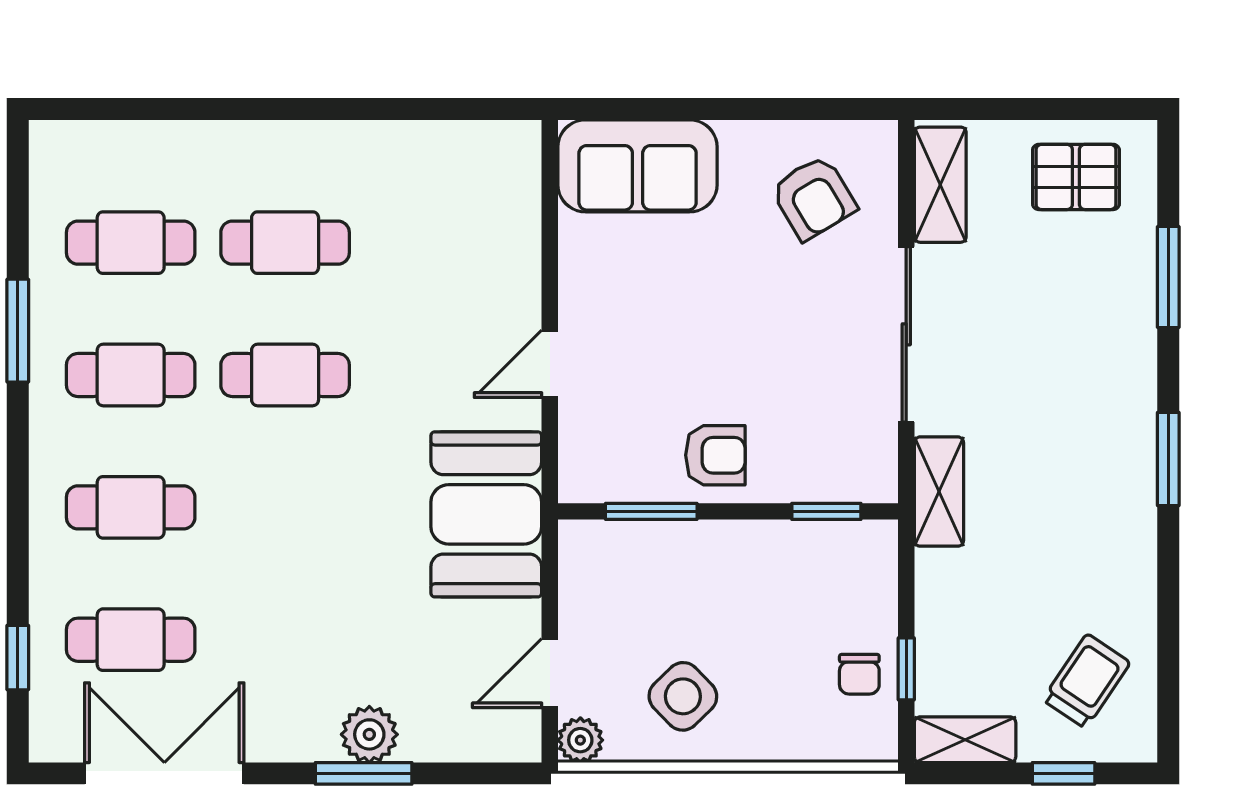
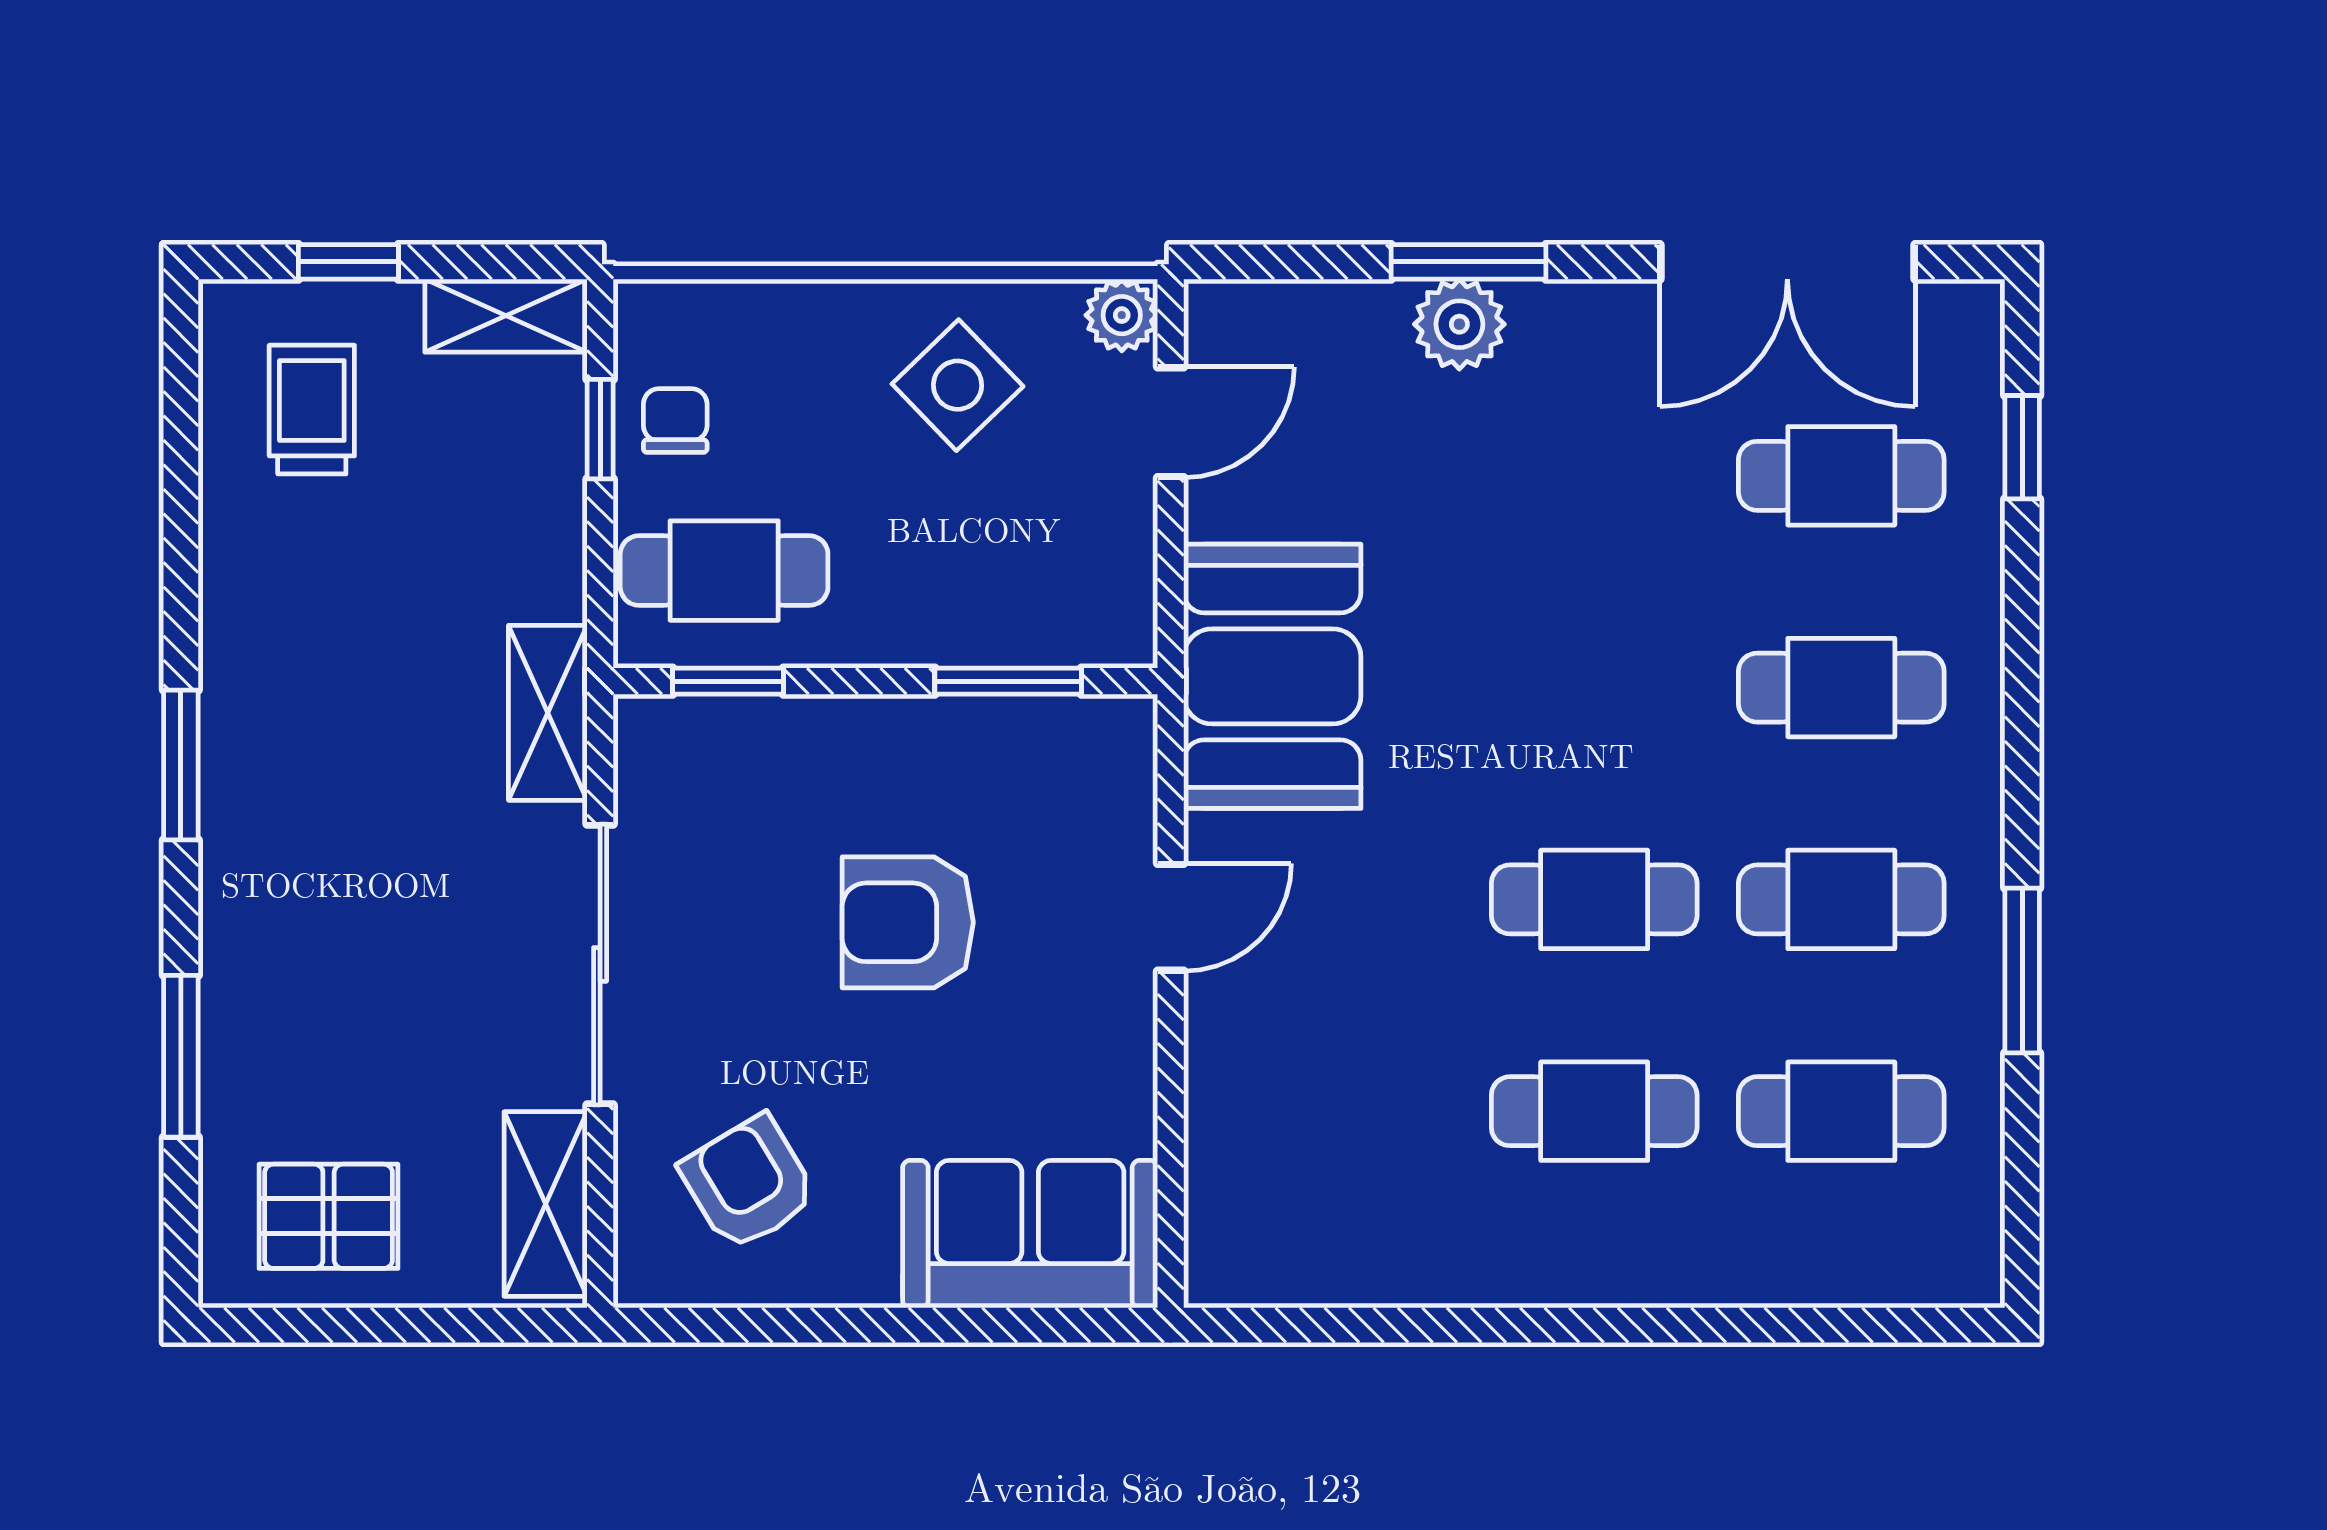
armchair: (715, 455) -> (908, 922), moved, width x1.38, depth x1.38
cafe table: (829, 580) -> (724, 571), added
trolley: (1086, 681) -> (312, 410), turned 146

